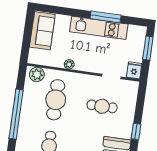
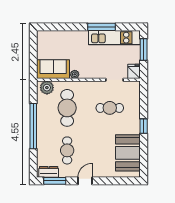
kitchen unit: (99, 28) -> (114, 38), moved
sofa: (42, 31) -> (53, 69), moved, turned -90

